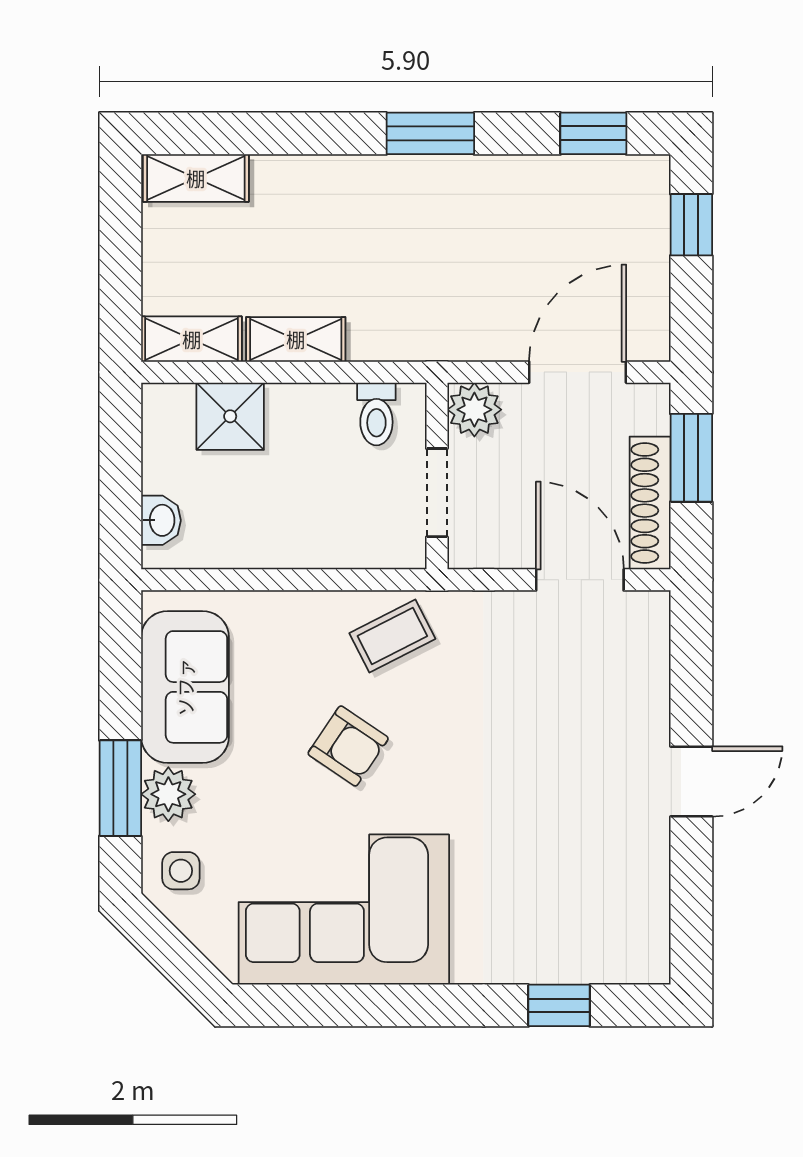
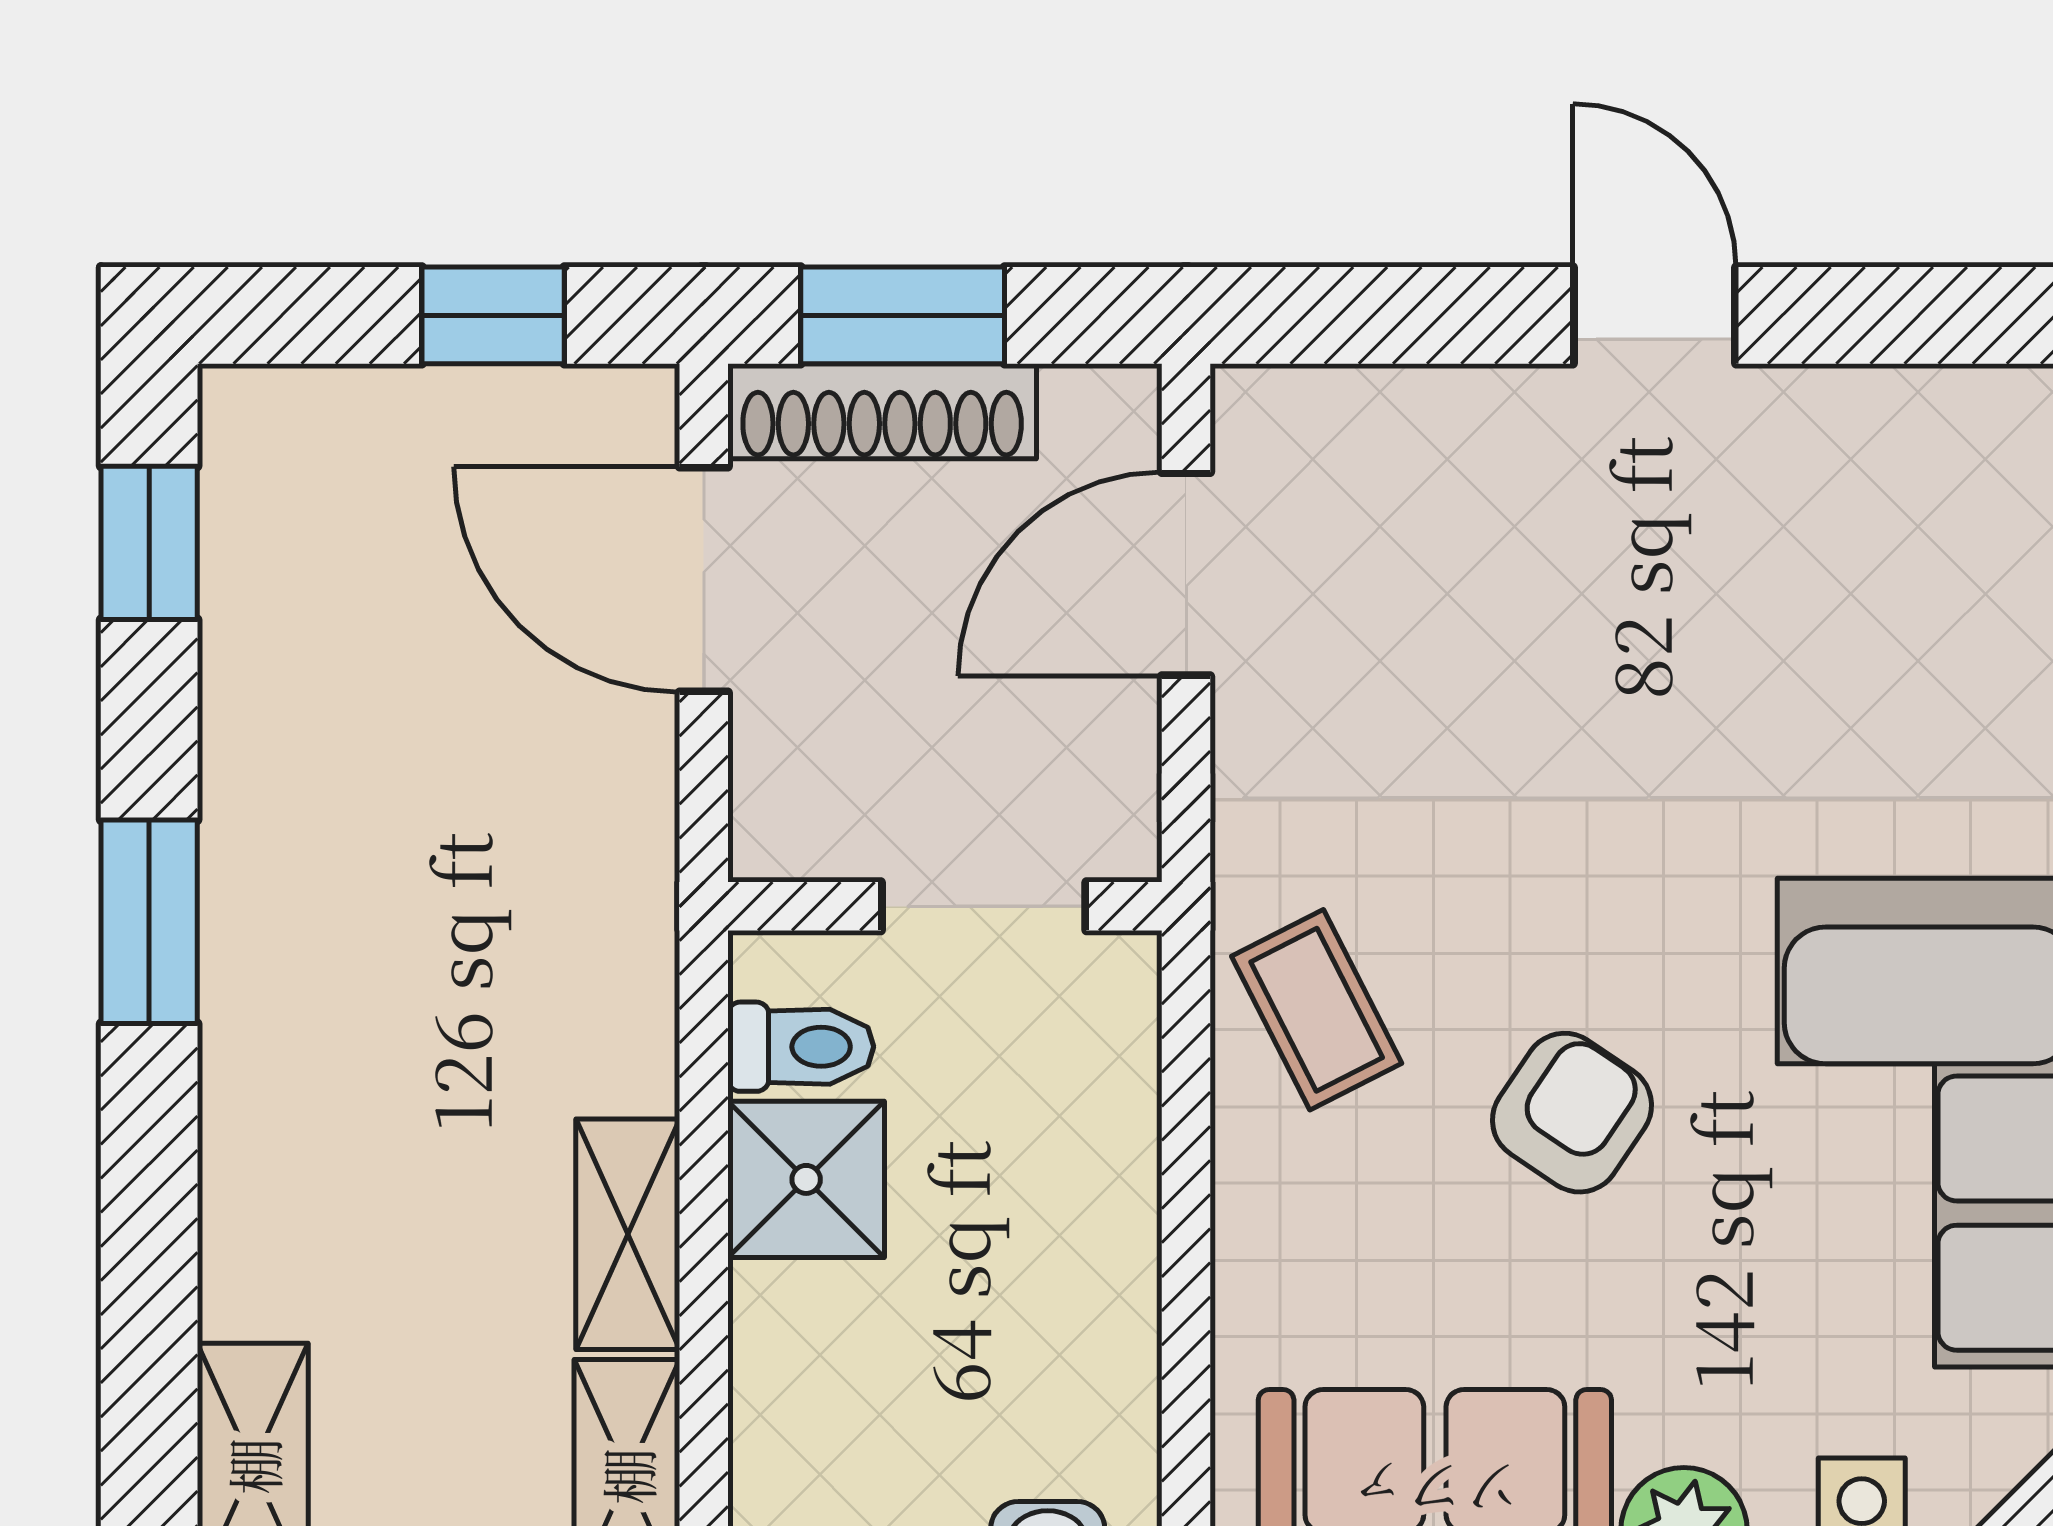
window: (691, 225) -> (493, 315), moved
plant: (474, 410) -> (791, 819), removed
shower: (230, 416) -> (806, 1179), moved
shoe rack: (650, 503) -> (882, 411), moved

